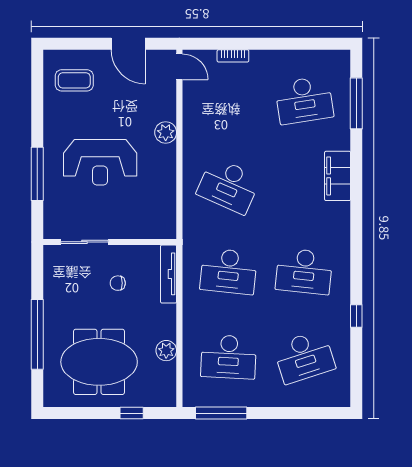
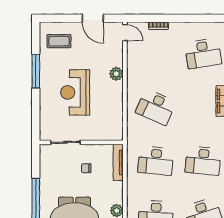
reception desk: (100, 162) -> (75, 92), turned 90
window: (37, 174) -> (36, 71), moved

